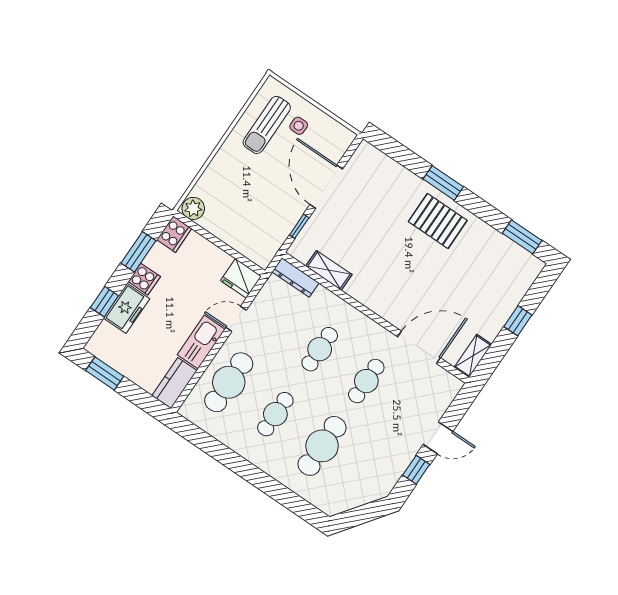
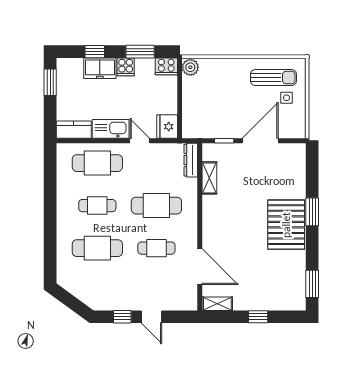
sun lounger: (267, 125) -> (273, 78), turned 180
pallet: (438, 221) -> (286, 225), width x1.37, depth x1.41
cafe table: (320, 349) -> (156, 206), width x1.37, depth x1.35

